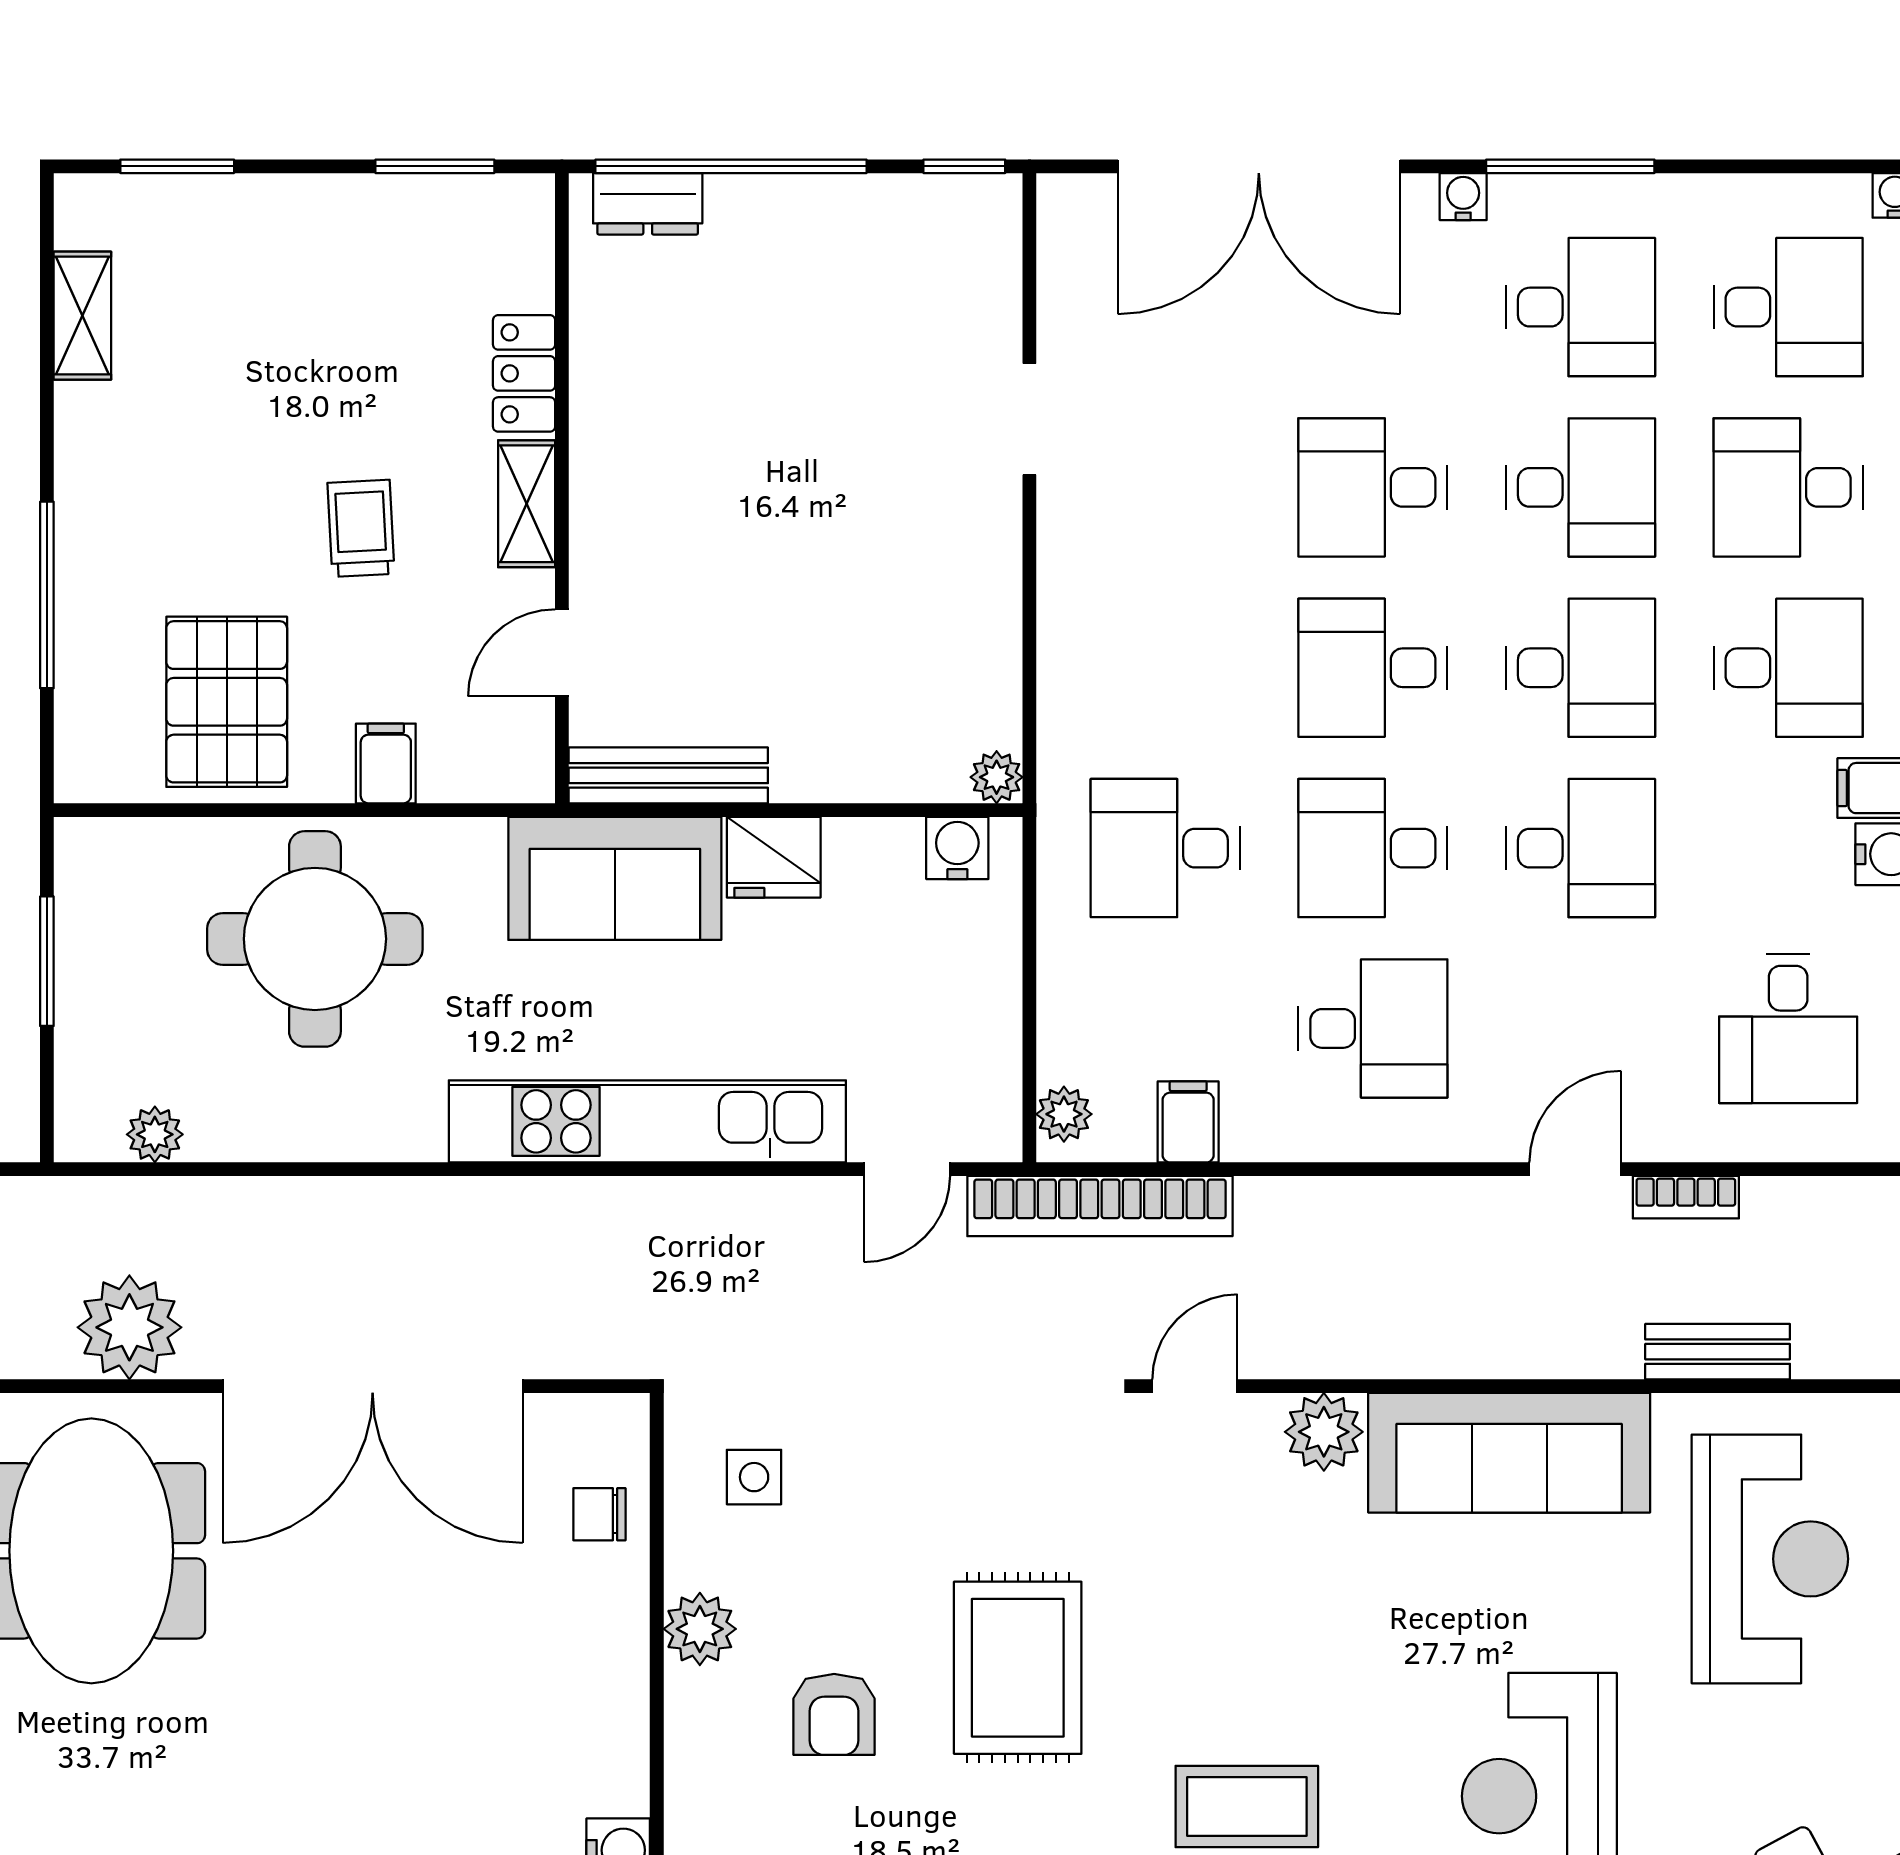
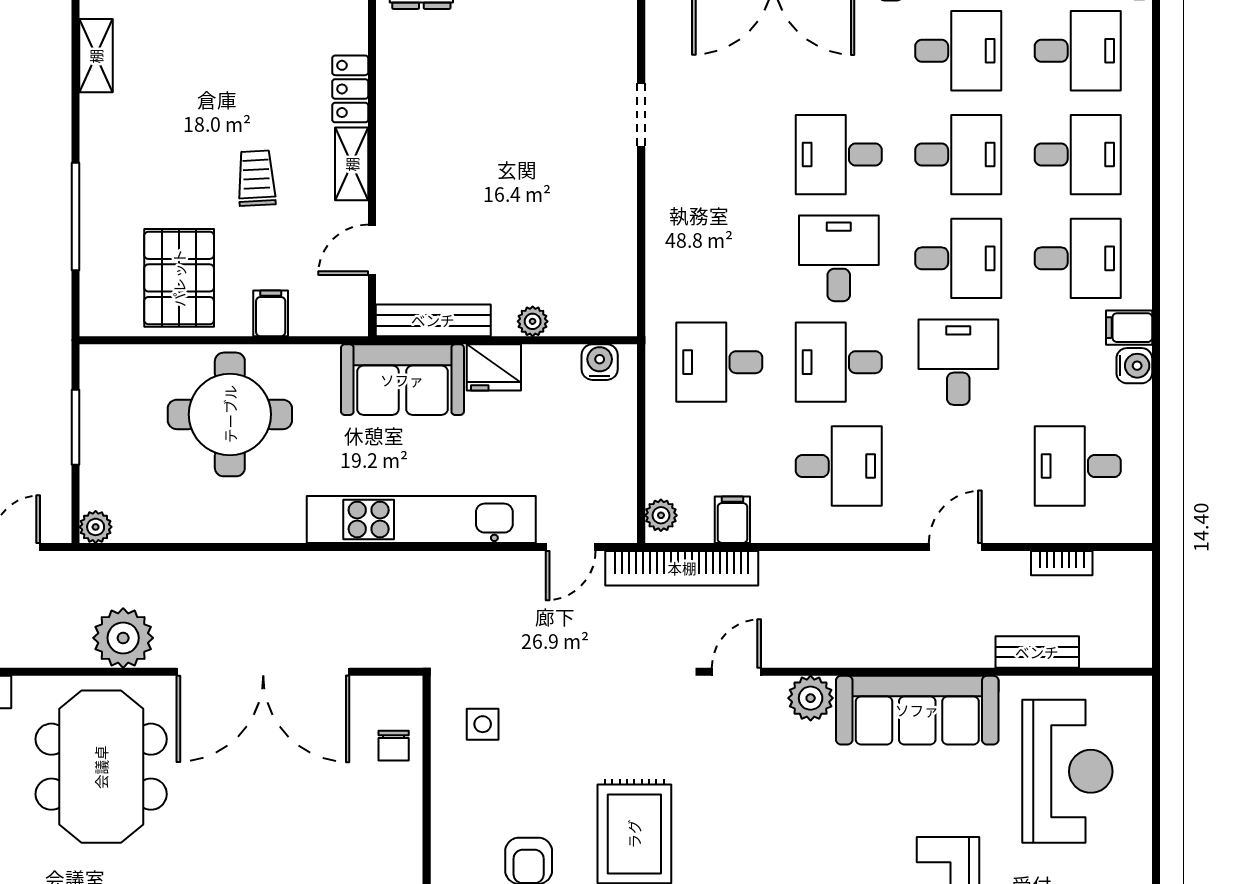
desk: (1788, 487) -> (1078, 155), turned 180
desk: (1373, 668) -> (839, 258), turned 90
plant: (997, 777) -> (533, 321), moved
desk: (1581, 848) -> (958, 362), turned -90
desk: (1788, 1028) -> (1078, 466), turned 90
plant: (155, 1134) -> (96, 527), moved
bookcase: (1686, 1197) -> (1062, 563), moved
chair: (599, 1514) -> (394, 746), turned -90
plant: (700, 1629) -> (451, 812), removed

